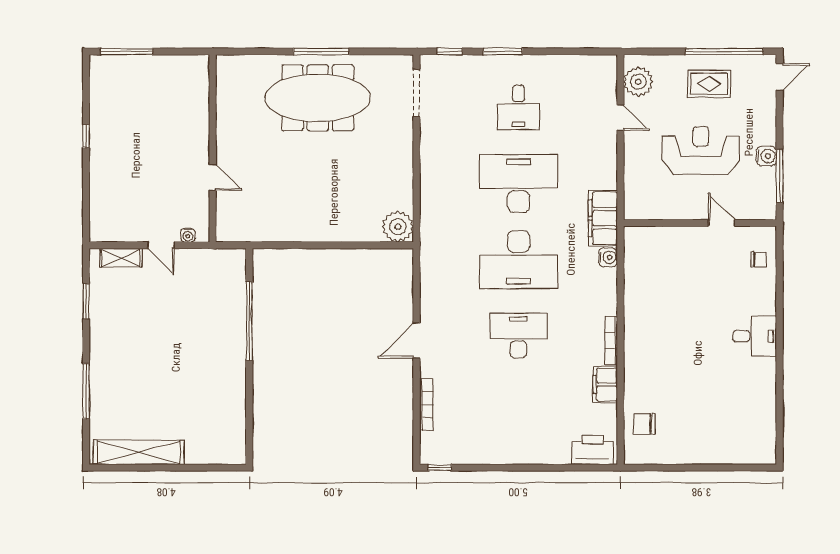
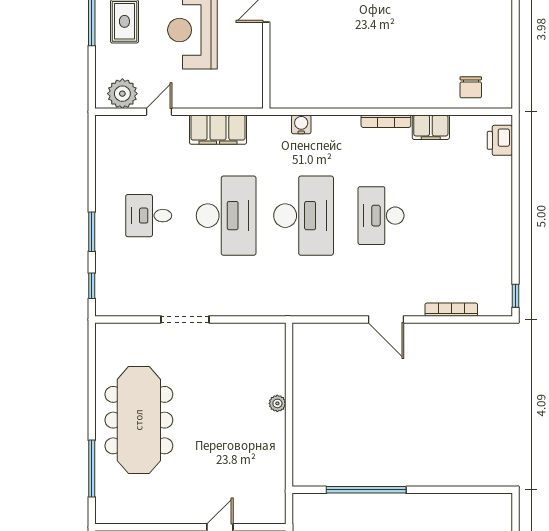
window: (321, 52) -> (92, 469), moved
doorway: (417, 93) -> (185, 319), moved
desk: (519, 107) -> (149, 216), turned 180
desk: (519, 184) -> (226, 216), turned 180
filing cabinet: (603, 218) -> (218, 130), moved
plant: (398, 227) -> (277, 403), moved, width x0.53, depth x0.53
printer: (592, 450) -> (500, 140), width x0.73, depth x0.84

